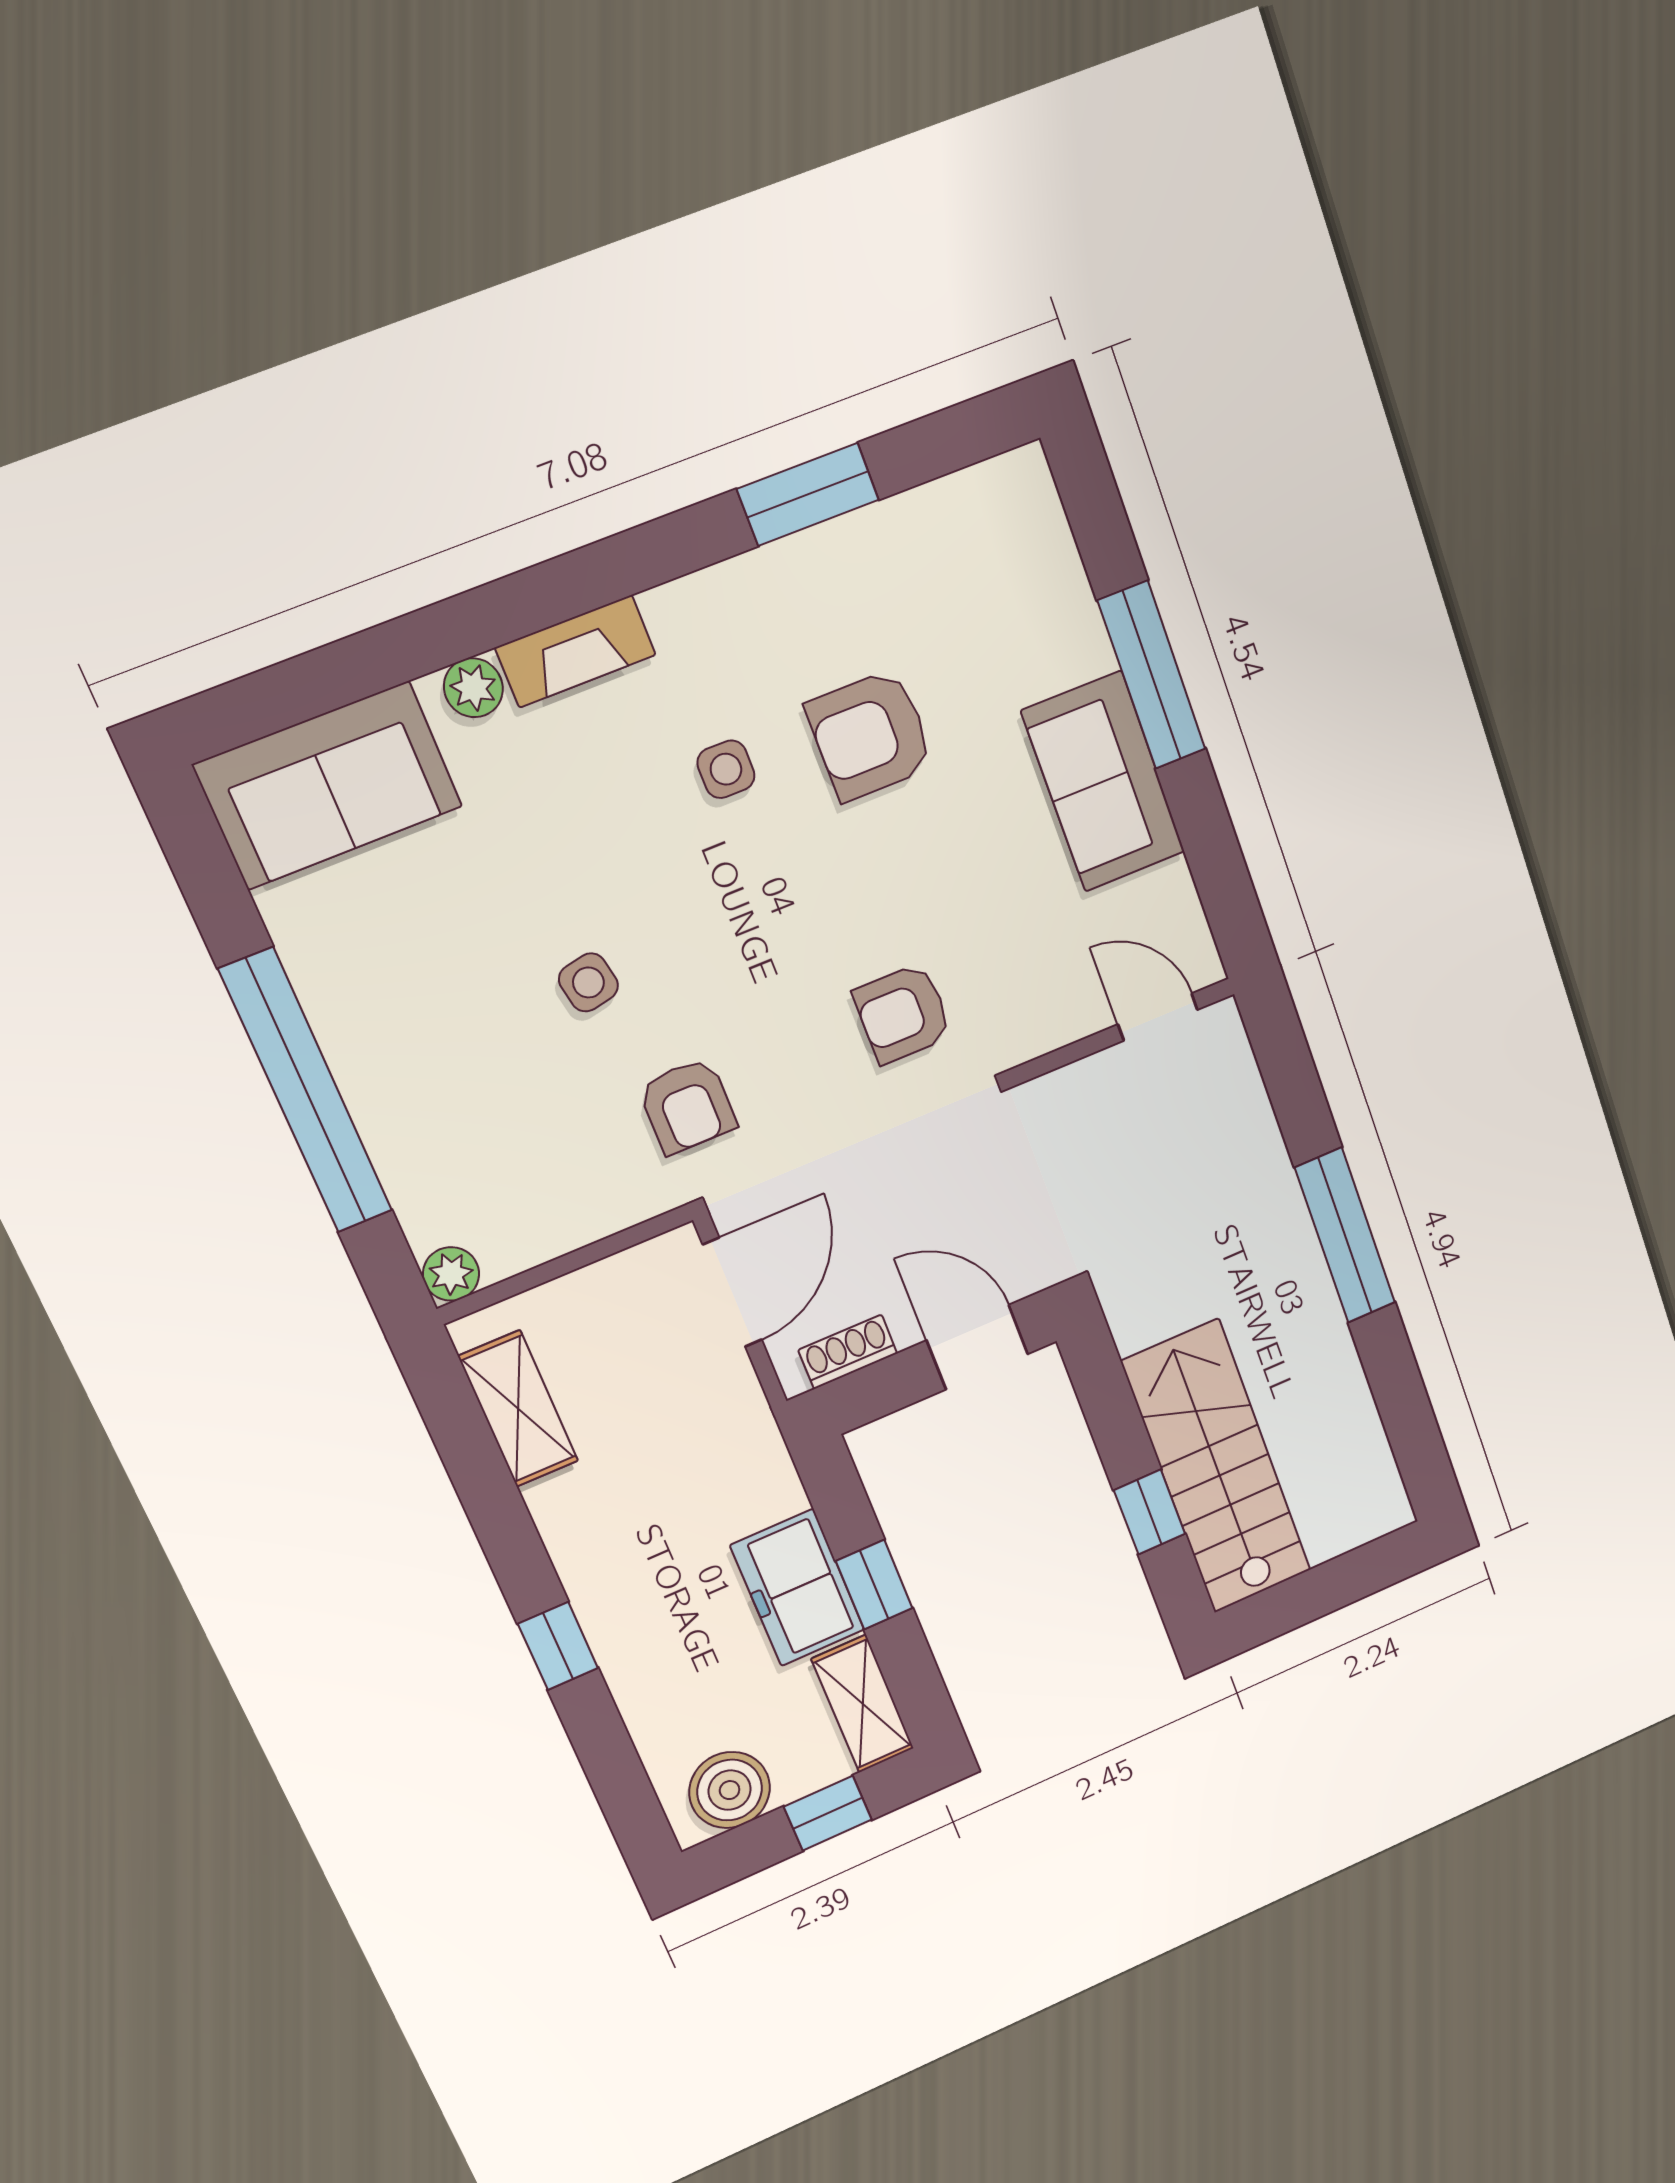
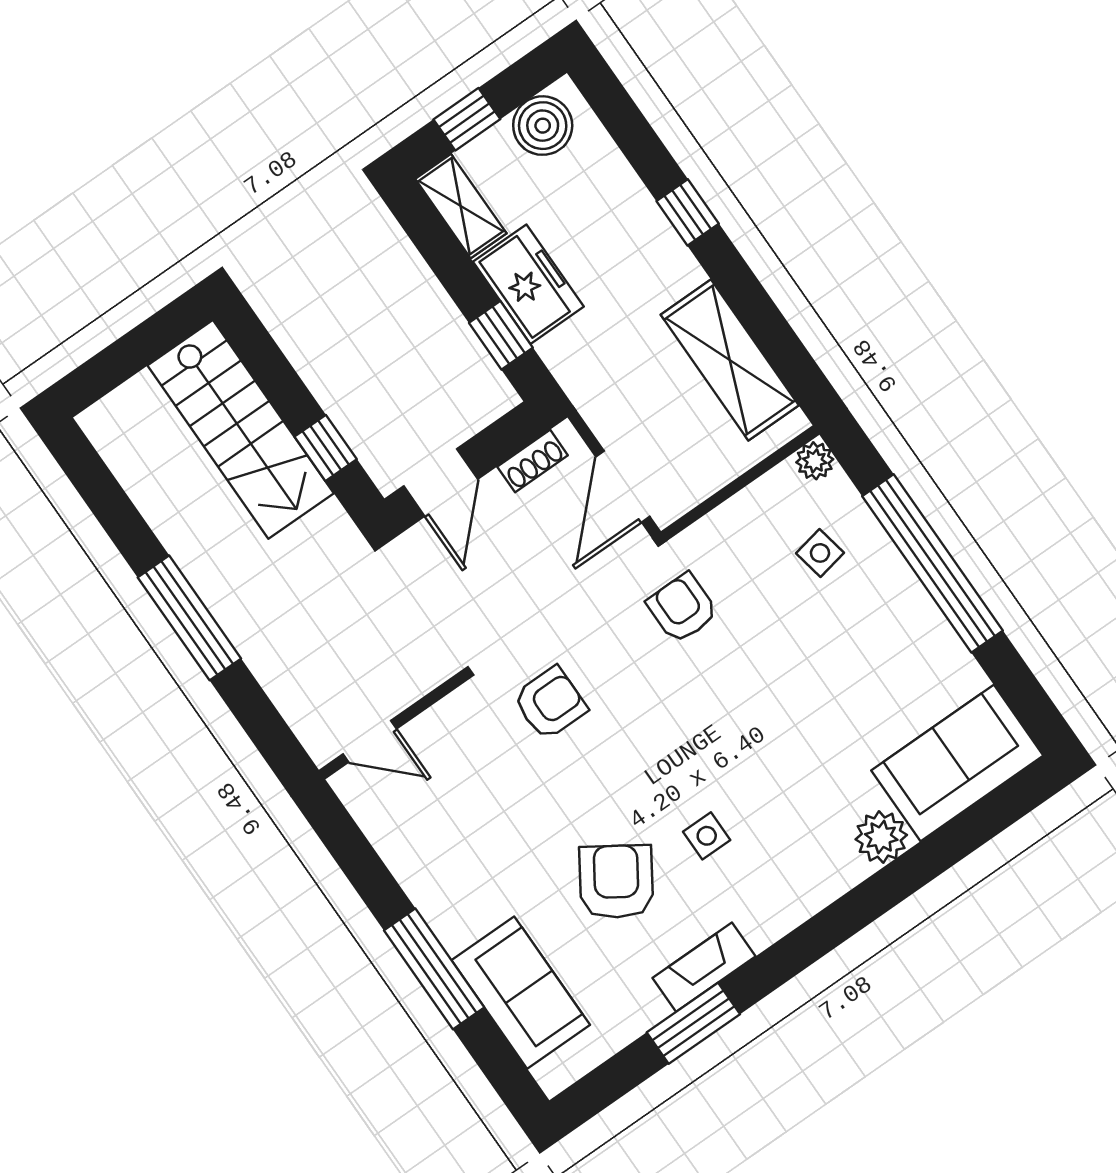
fireplace: (576, 651) -> (704, 967), moved
plant: (473, 688) -> (881, 837), width x1.38, depth x1.38
armchair: (870, 735) -> (616, 882), turned -57
sofa: (1103, 782) -> (521, 993), moved
side table: (588, 982) -> (820, 553), moved
door: (977, 1347) -> (441, 483), hinge flipped
shelving: (518, 1409) -> (730, 360), width x1.50, depth x1.33
window: (1150, 1512) -> (326, 448), moved
window: (874, 1585) -> (501, 335), moved

